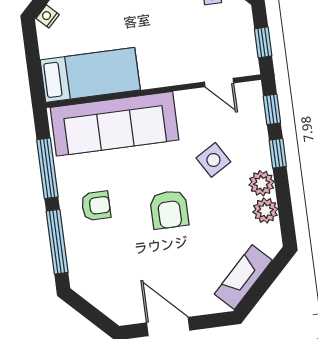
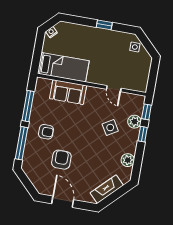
window: (263, 42) -> (152, 78), removed
door: (219, 82) -> (114, 89), moved
sofa: (115, 124) -> (68, 92), width x0.54, depth x0.79
plant: (262, 183) -> (134, 122), moved
armchair: (169, 210) -> (61, 160), moved, turned 180

